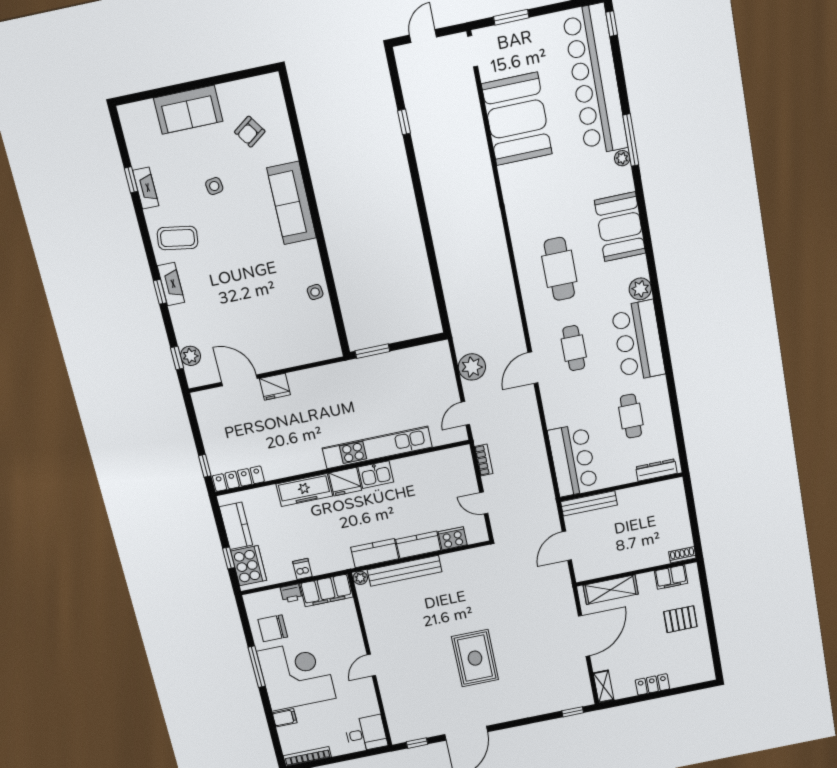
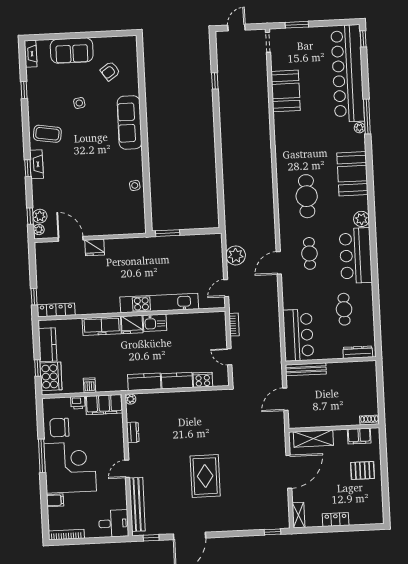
booth: (517, 119) -> (286, 91), width x0.73, depth x0.70
fireplace: (146, 188) -> (31, 54), moved
plant: (193, 374) -> (39, 230), added
bench: (405, 571) -> (137, 504), moved, turned 90
dresser: (371, 619) -> (133, 432), added

